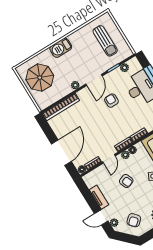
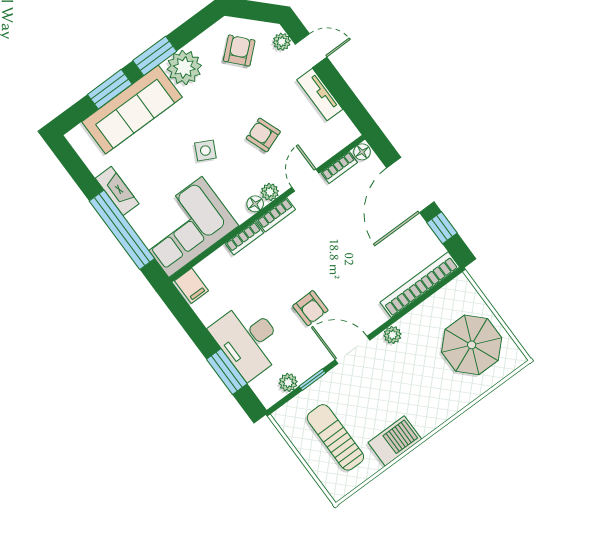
barbecue: (61, 48) -> (395, 441), moved
door: (94, 80) -> (353, 350), hinge flipped
window: (49, 132) -> (442, 228), added

